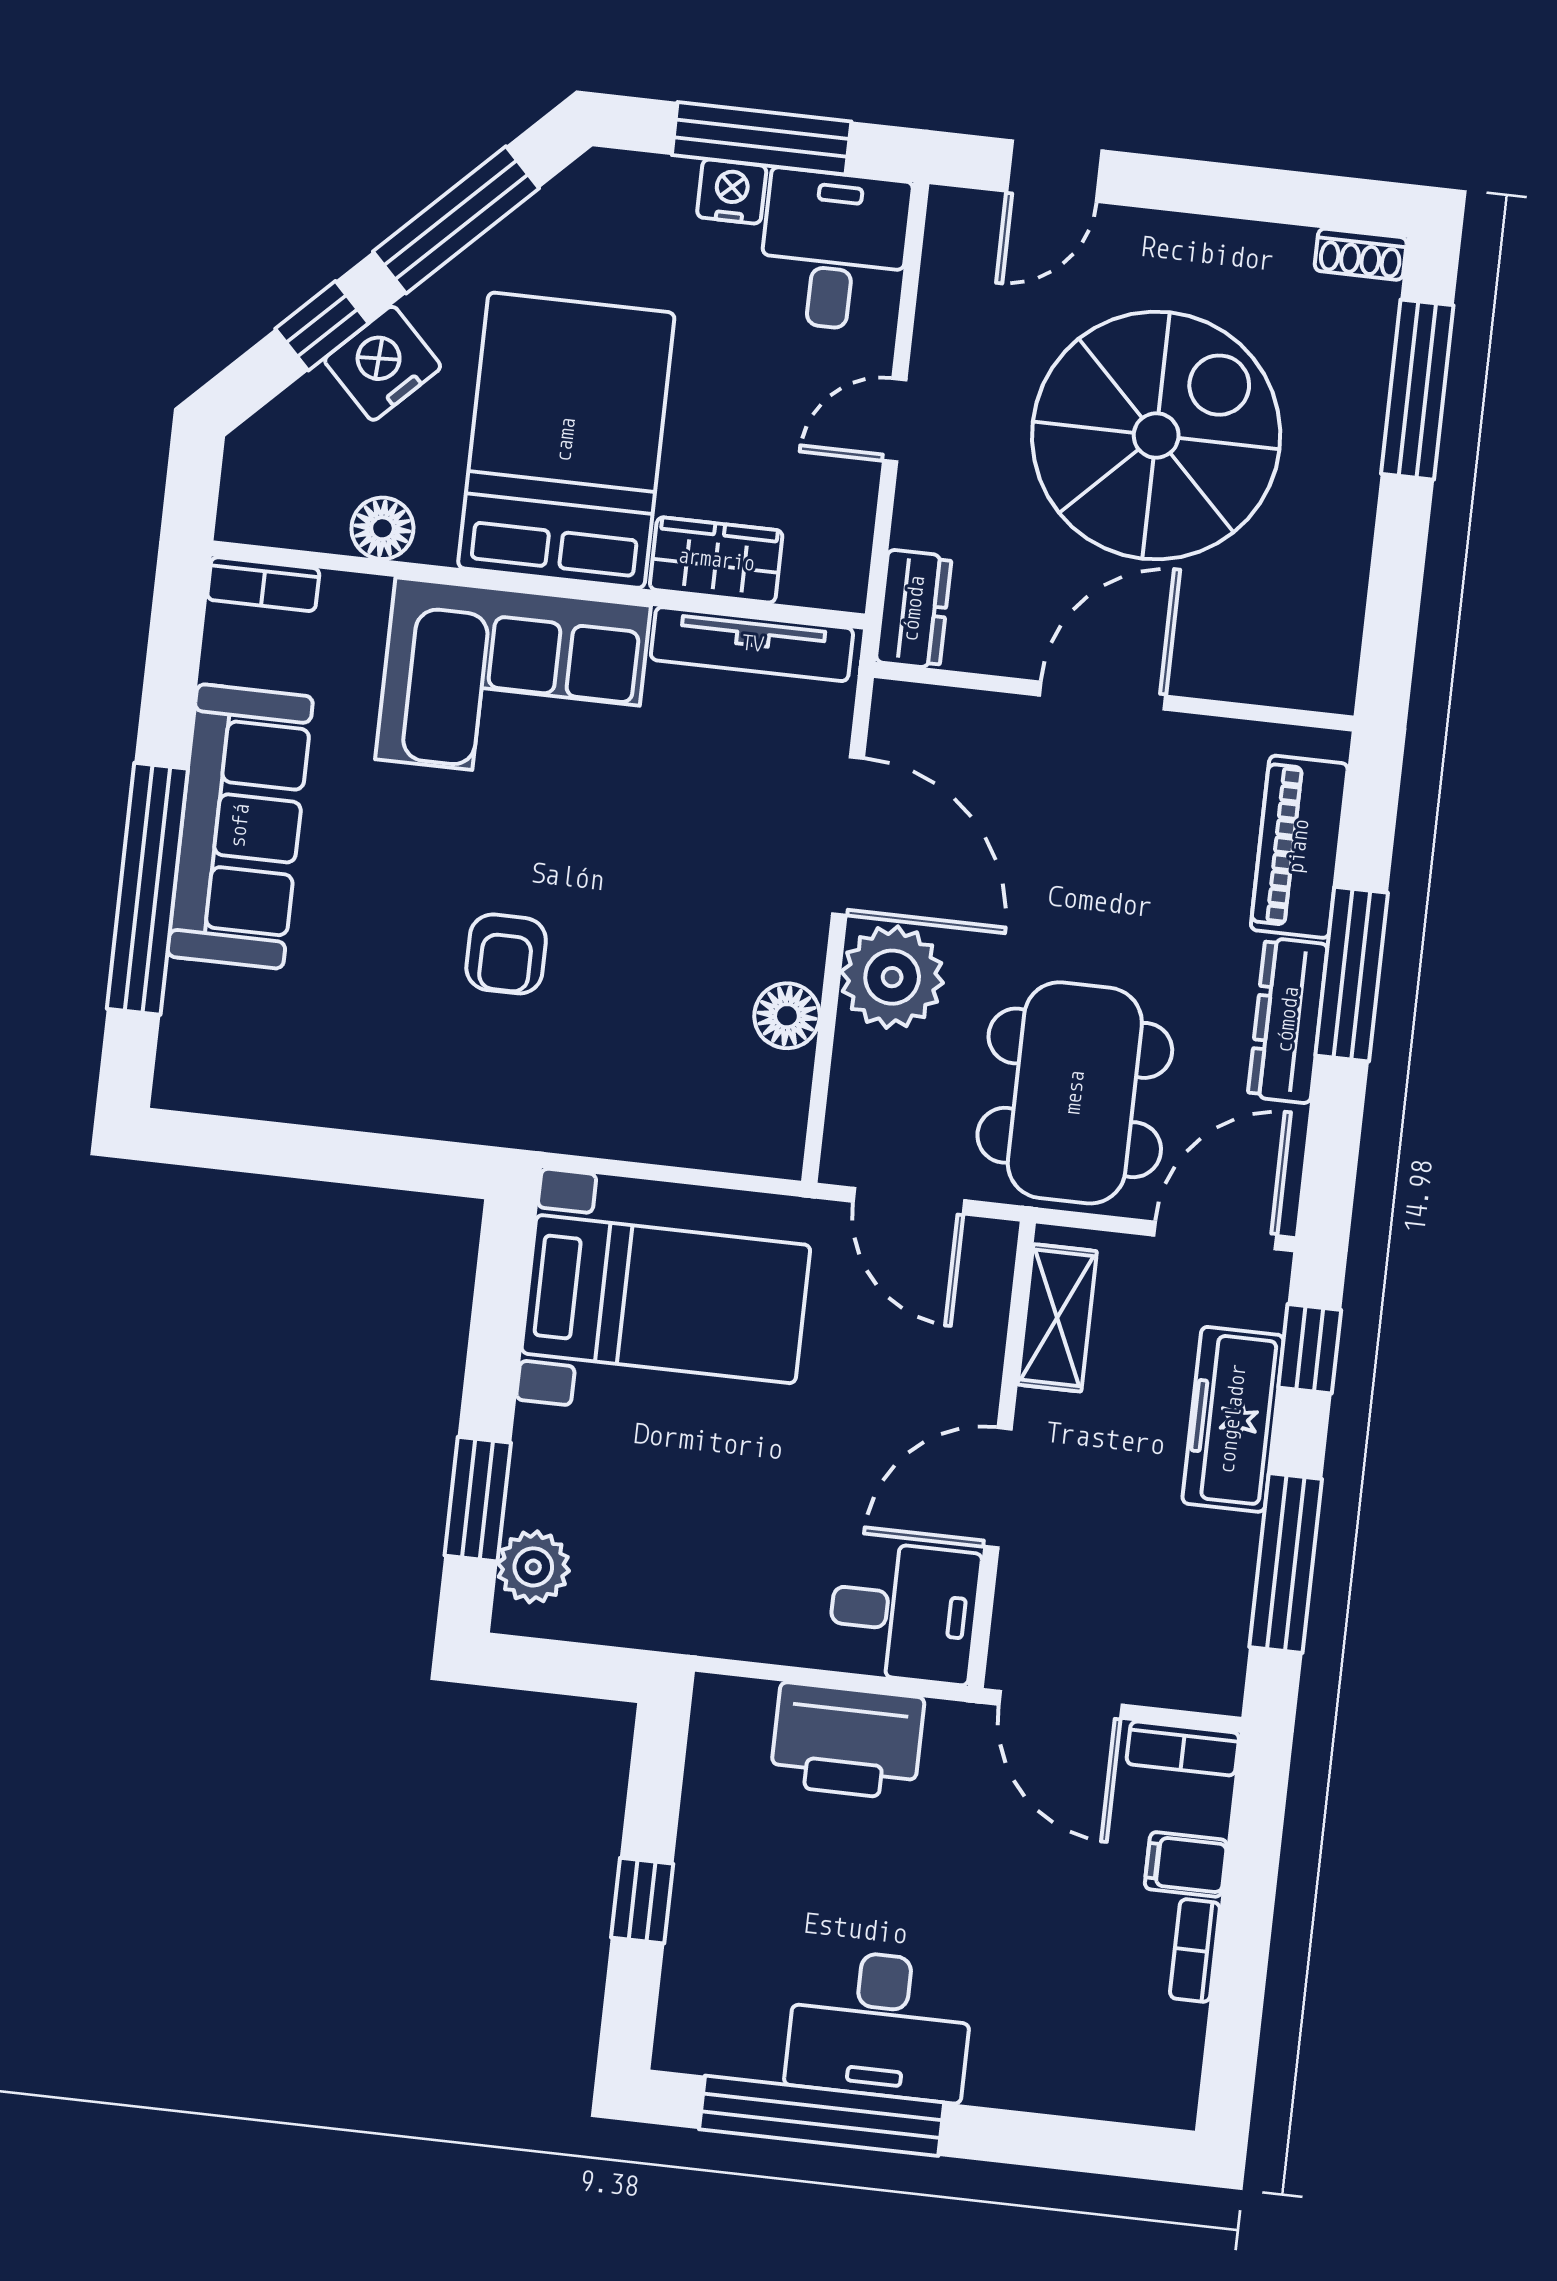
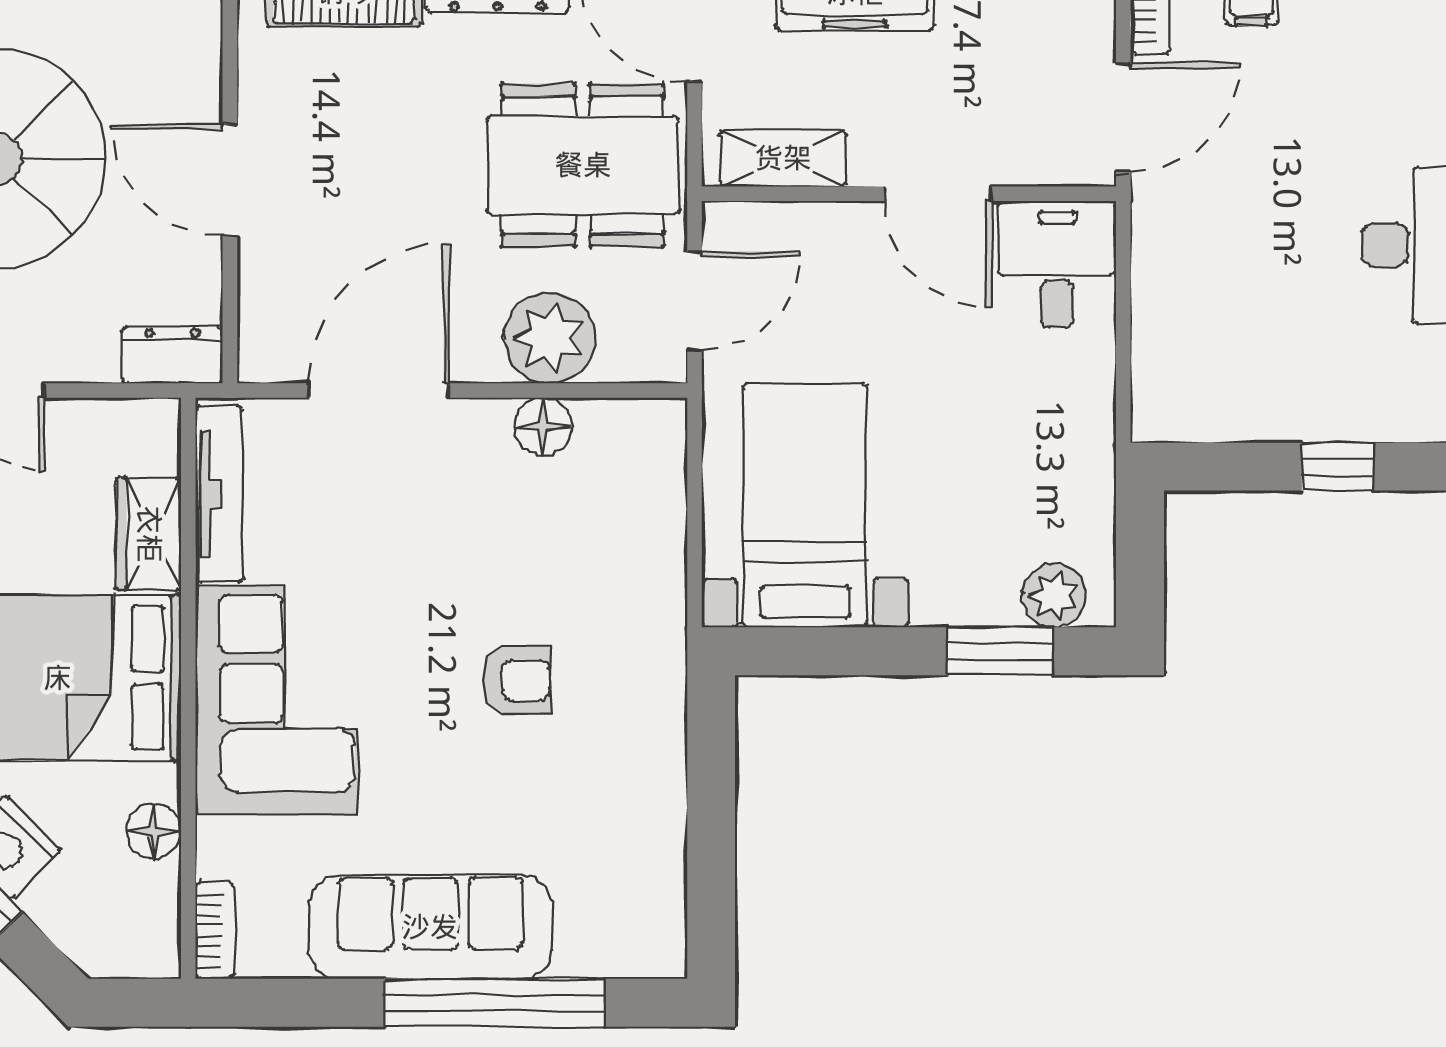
plant: (892, 977) -> (550, 338), moved
printer: (847, 1741) -> (1177, 302), removed

